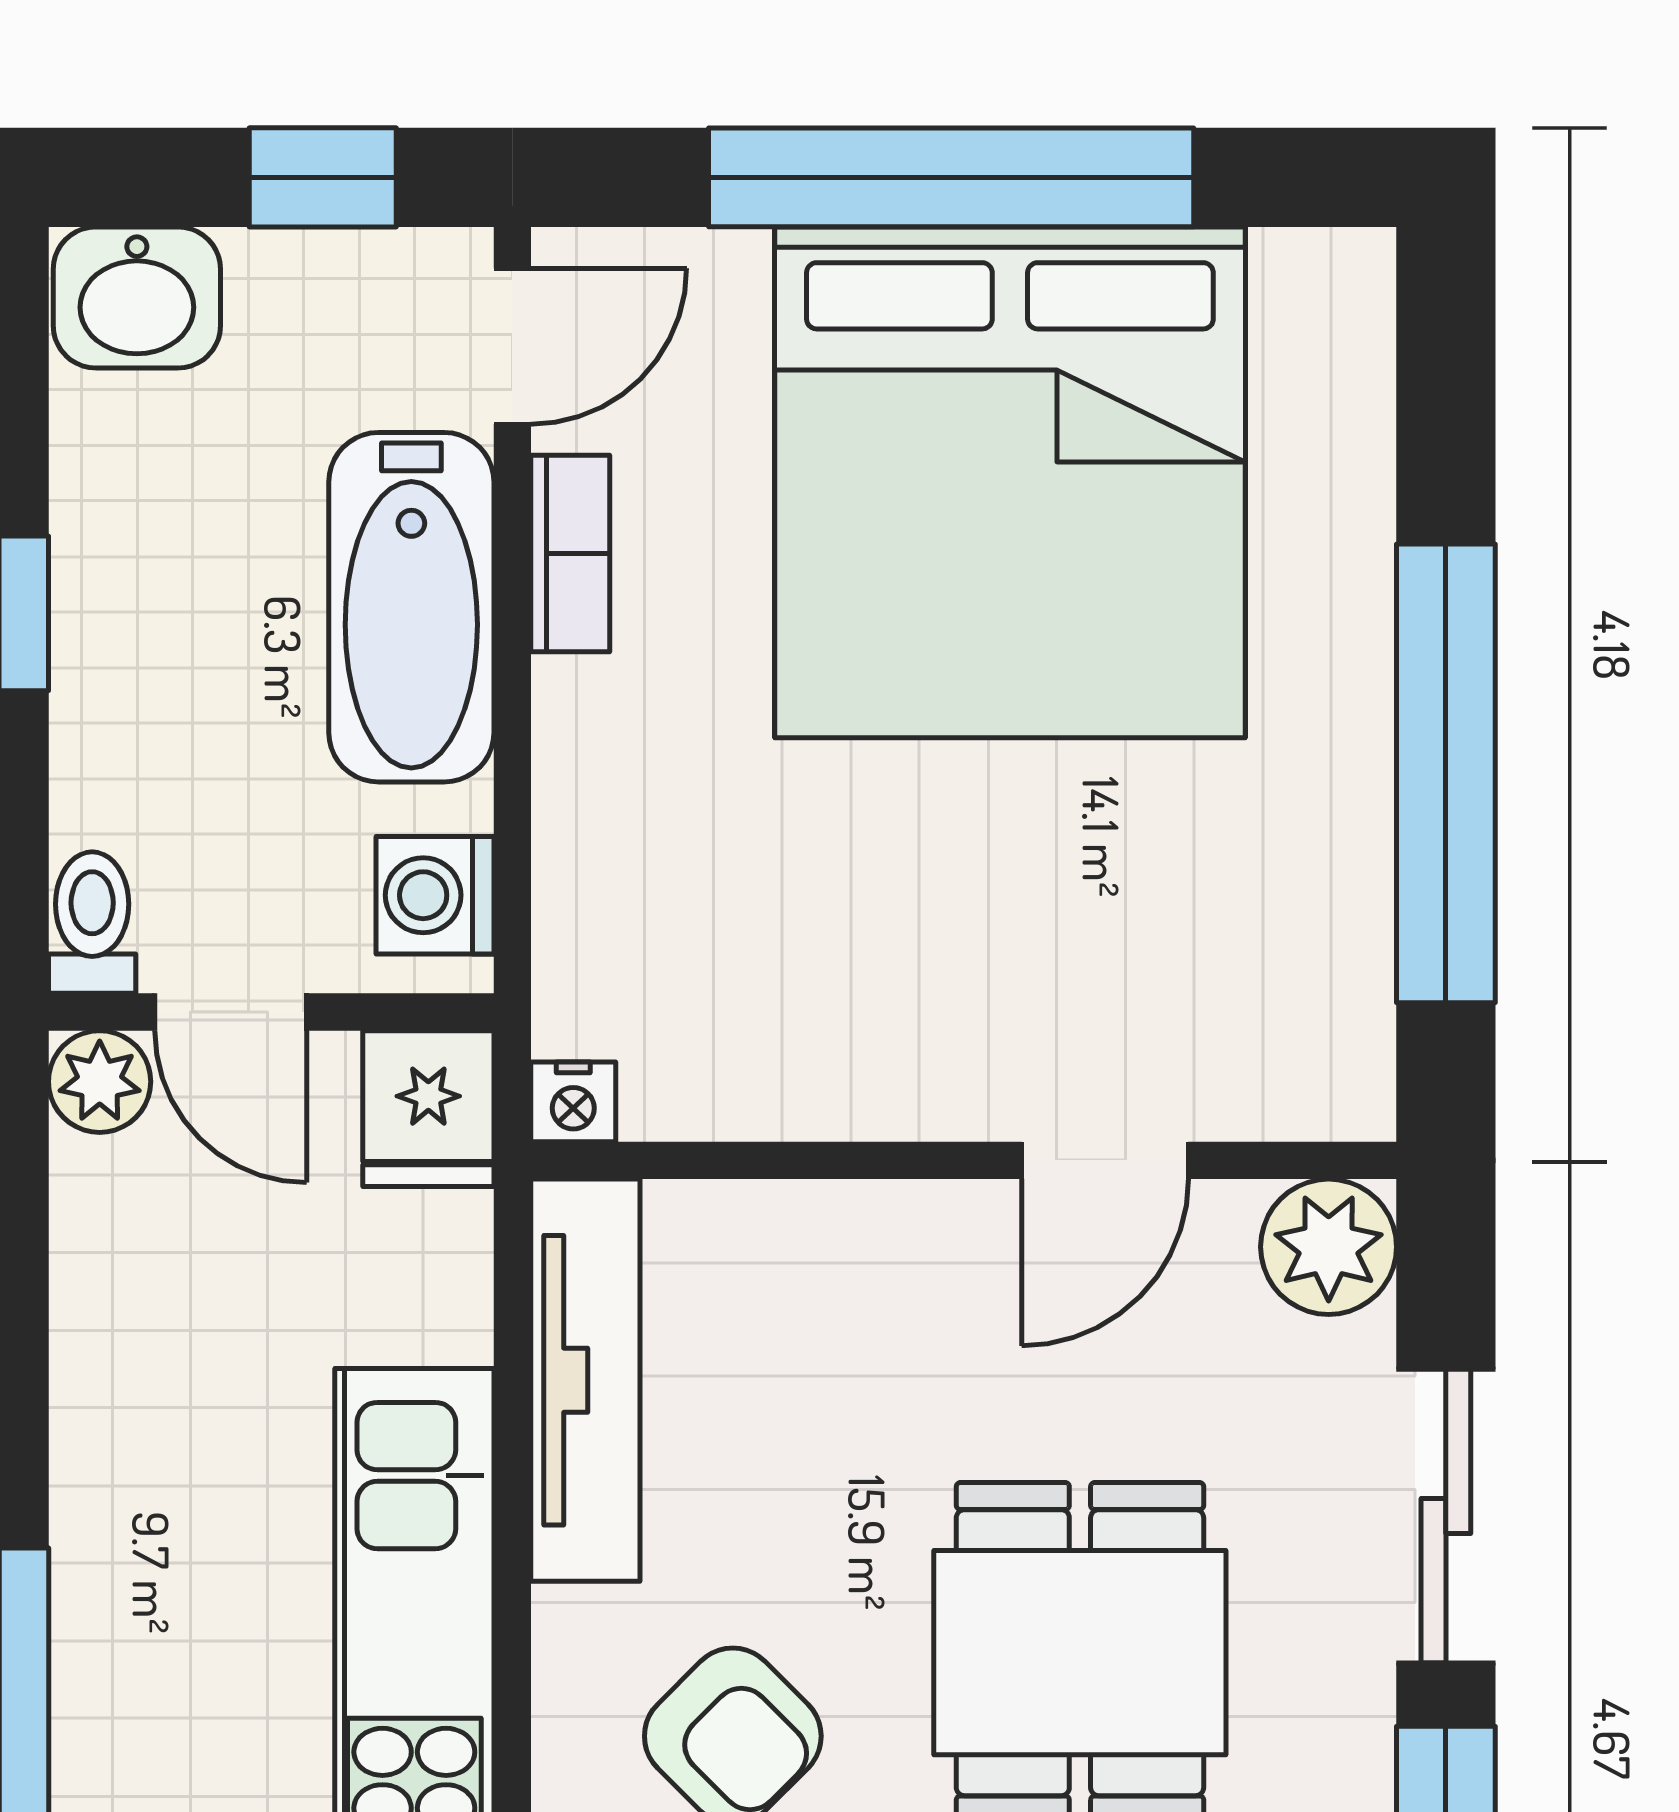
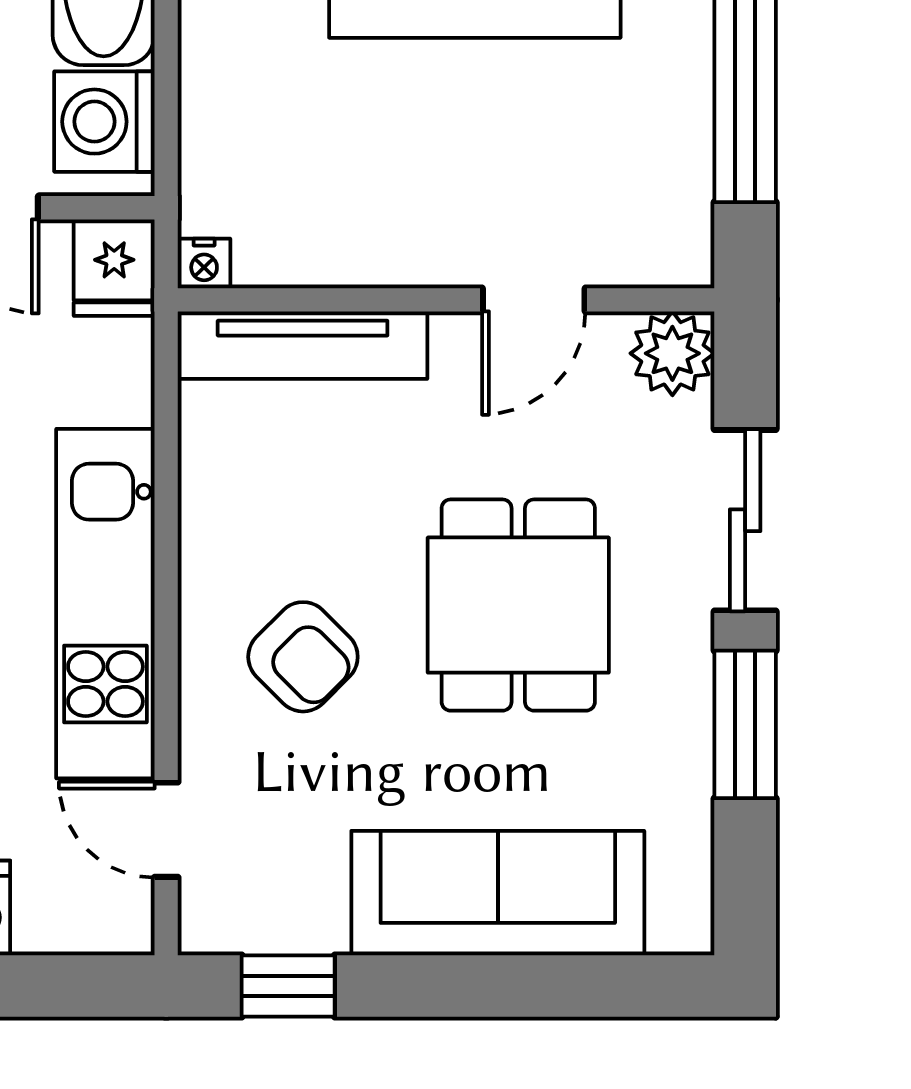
washing machine: (435, 895) -> (104, 122), width x1.38, depth x1.38
tv unit: (585, 1380) -> (303, 345), moved, turned 90

